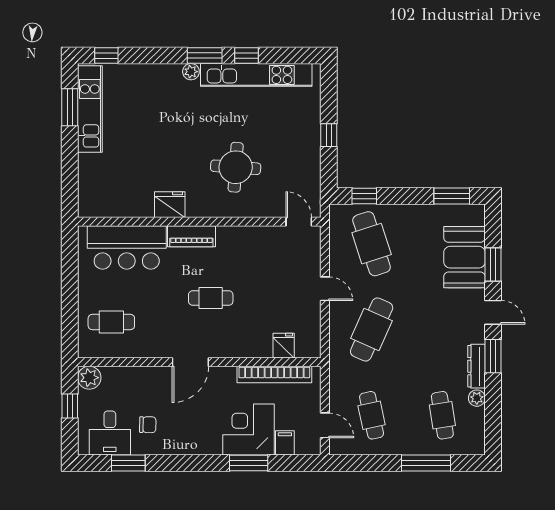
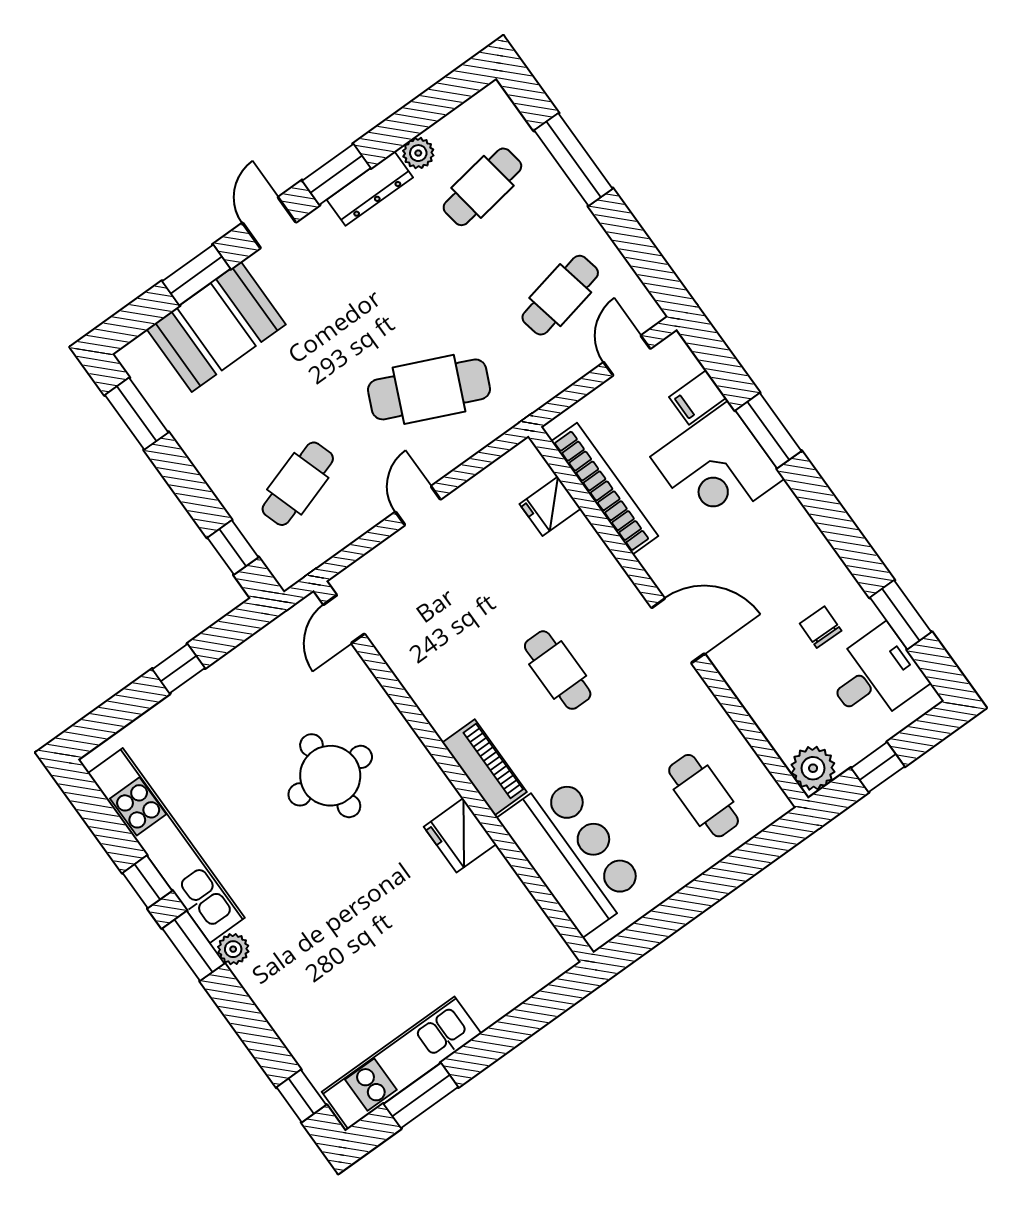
cafe table: (372, 244) -> (298, 484), width x0.73, depth x0.74

